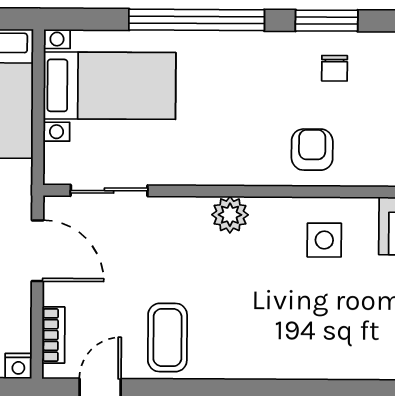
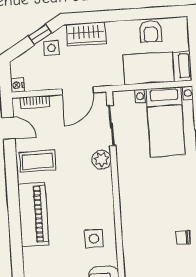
armchair: (312, 150) -> (140, 229), removed
plant: (230, 215) -> (102, 160), moved
piano: (269, 353) -> (33, 214), added

